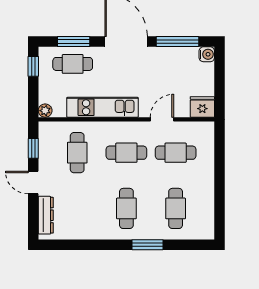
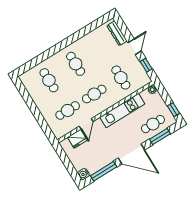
fridge: (202, 107) -> (77, 139), moved
door: (33, 183) -> (135, 47), hinge flipped
window: (147, 245) -> (52, 51), removed

